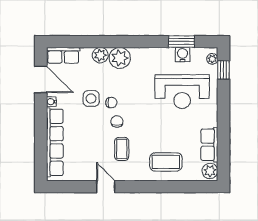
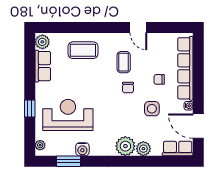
water cooler: (183, 55) -> (82, 149), moved
window: (224, 70) -> (30, 109), moved
chair: (111, 103) -> (159, 79), moved

